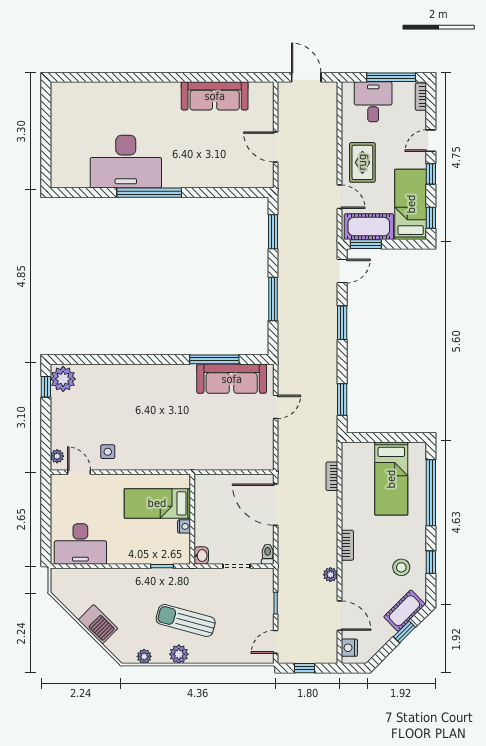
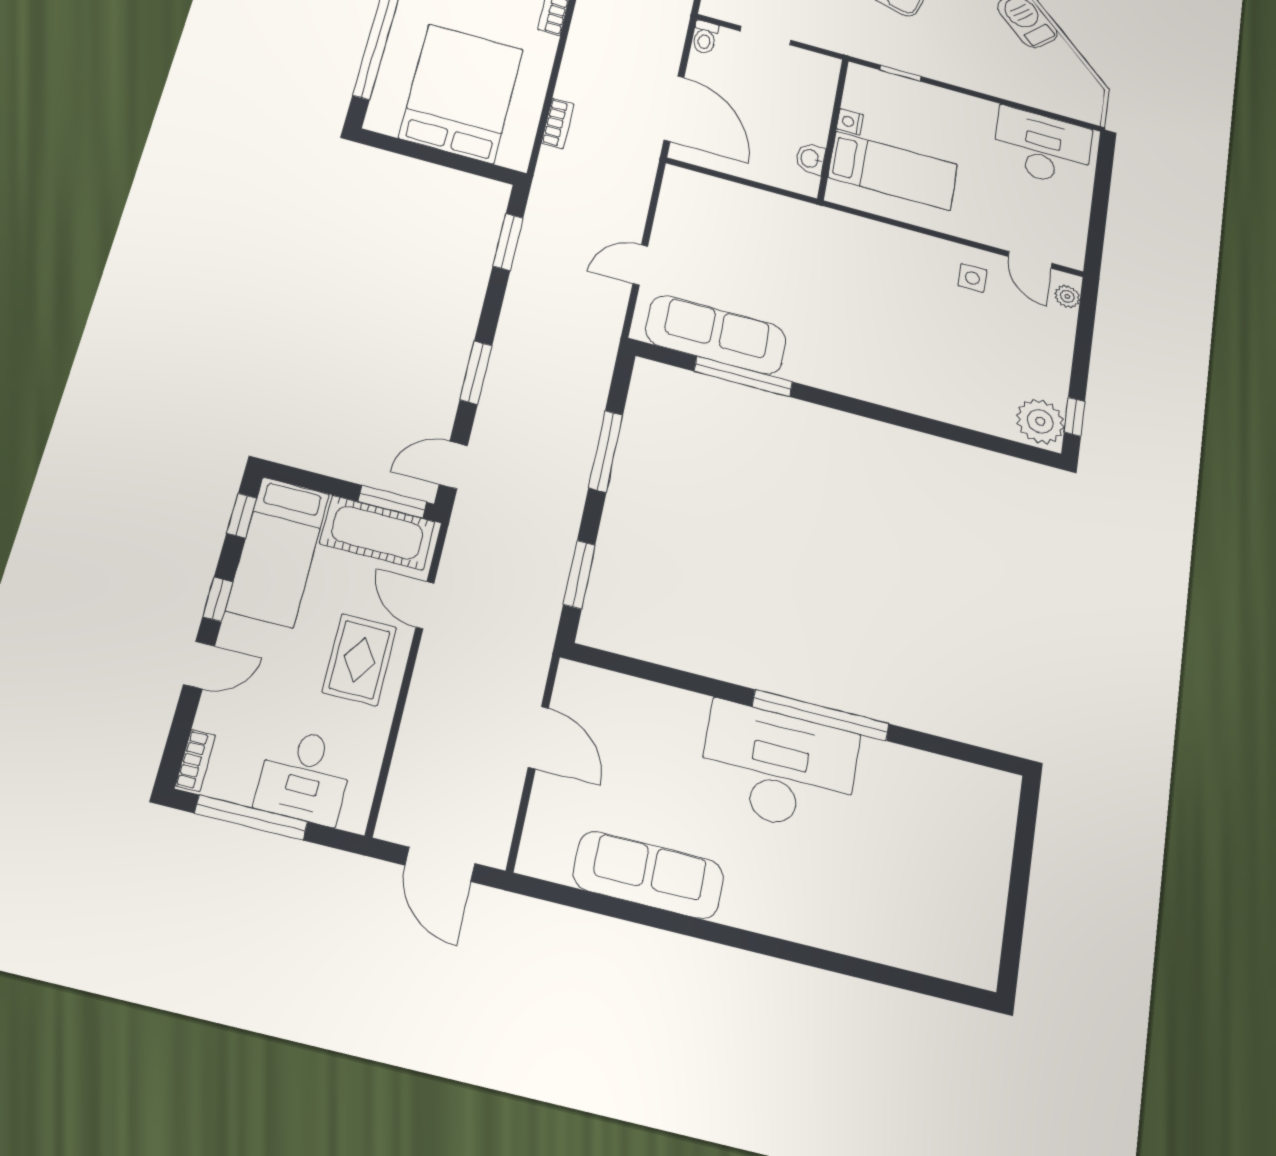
desk: (126, 162) -> (779, 768), moved
bed: (391, 479) -> (461, 93), width x1.50
washbasin: (201, 556) -> (810, 159), moved

